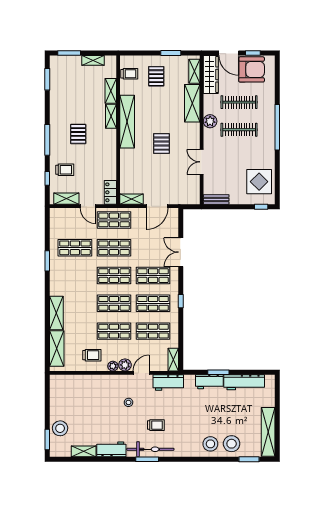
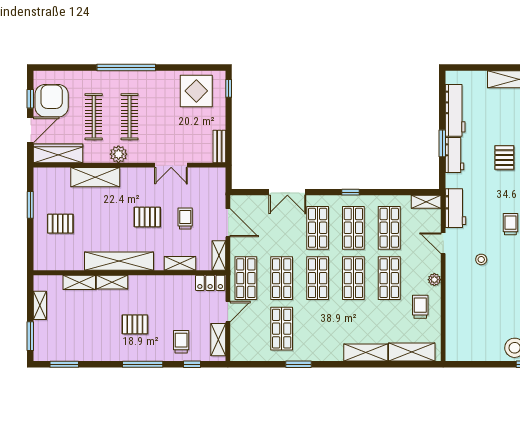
shelving: (194, 71) -> (180, 263), moved
trolley: (129, 74) -> (185, 219), moved
plant: (125, 365) -> (433, 264), removed
pallet: (207, 420) -> (504, 158), added

